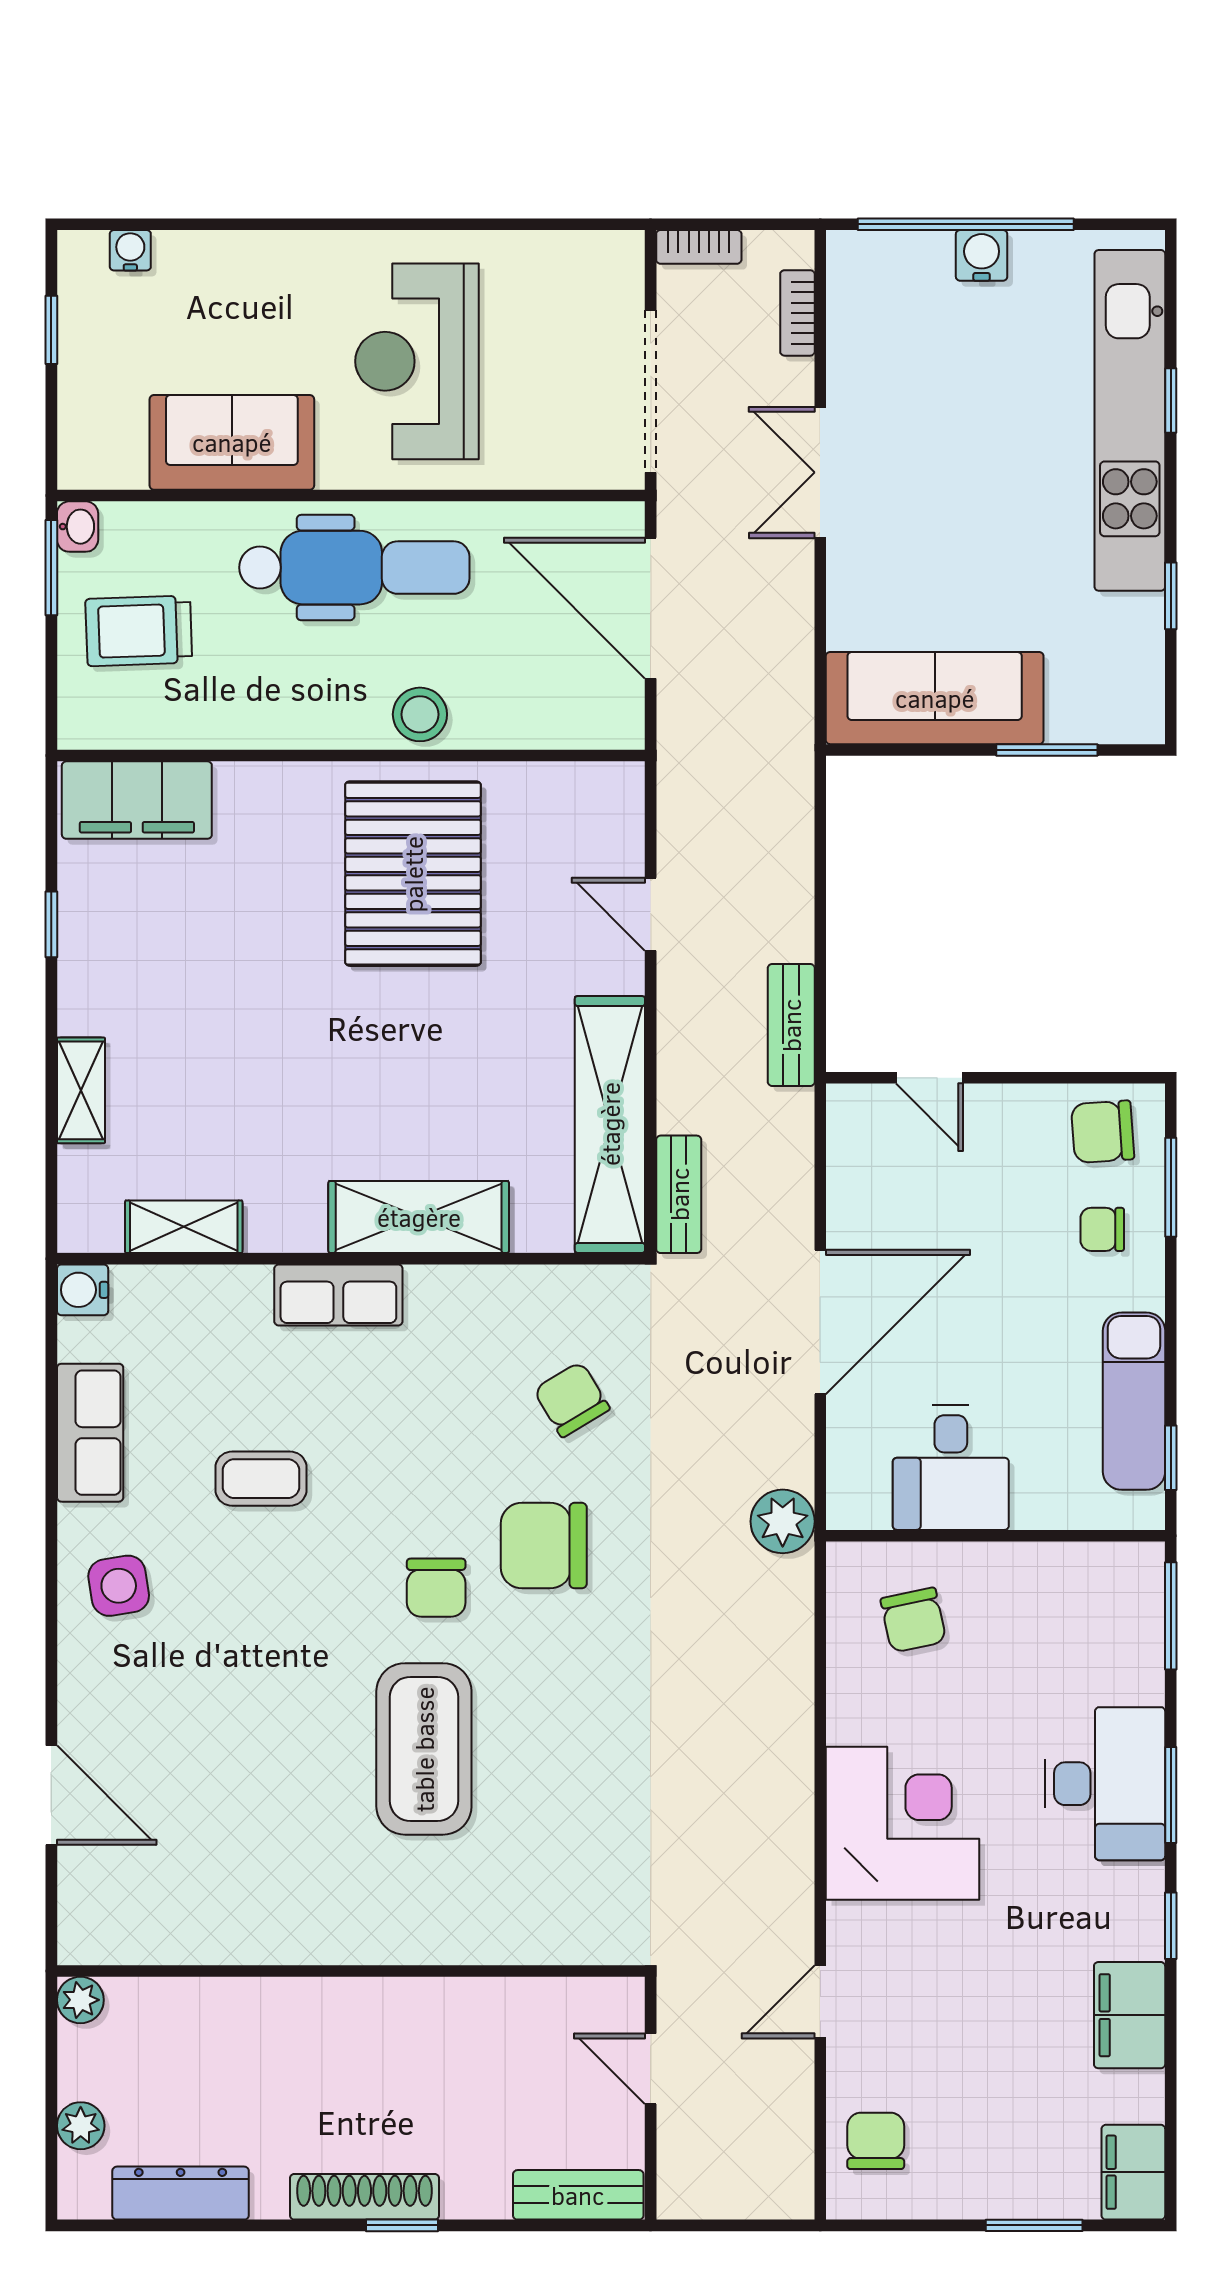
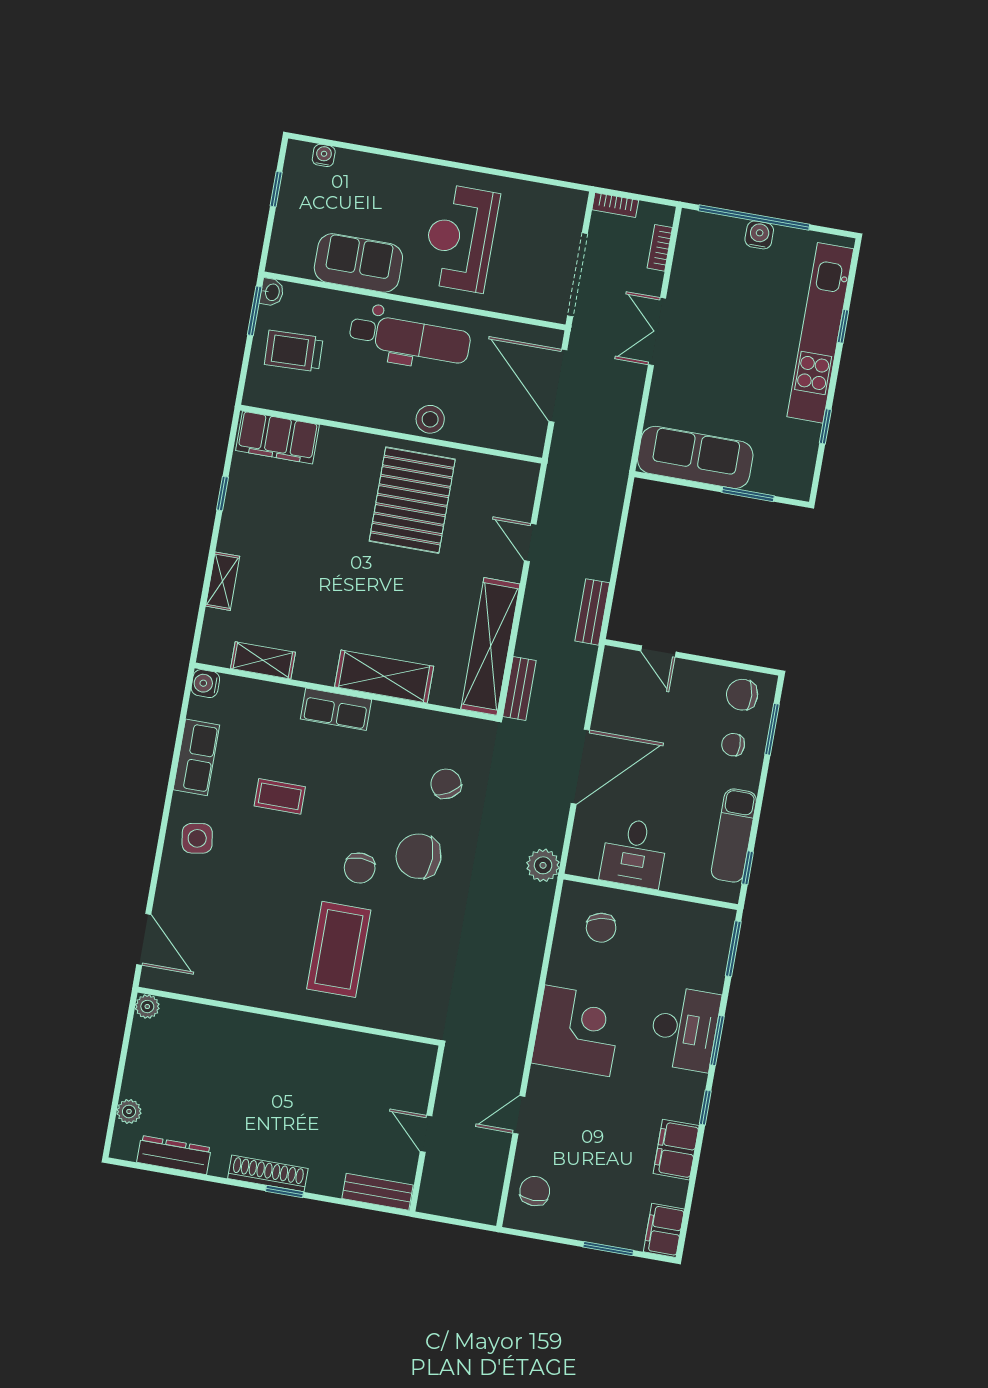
wall: (351, 1971) -> (289, 1016), moved
plant: (80, 2000) -> (147, 1007), moved

